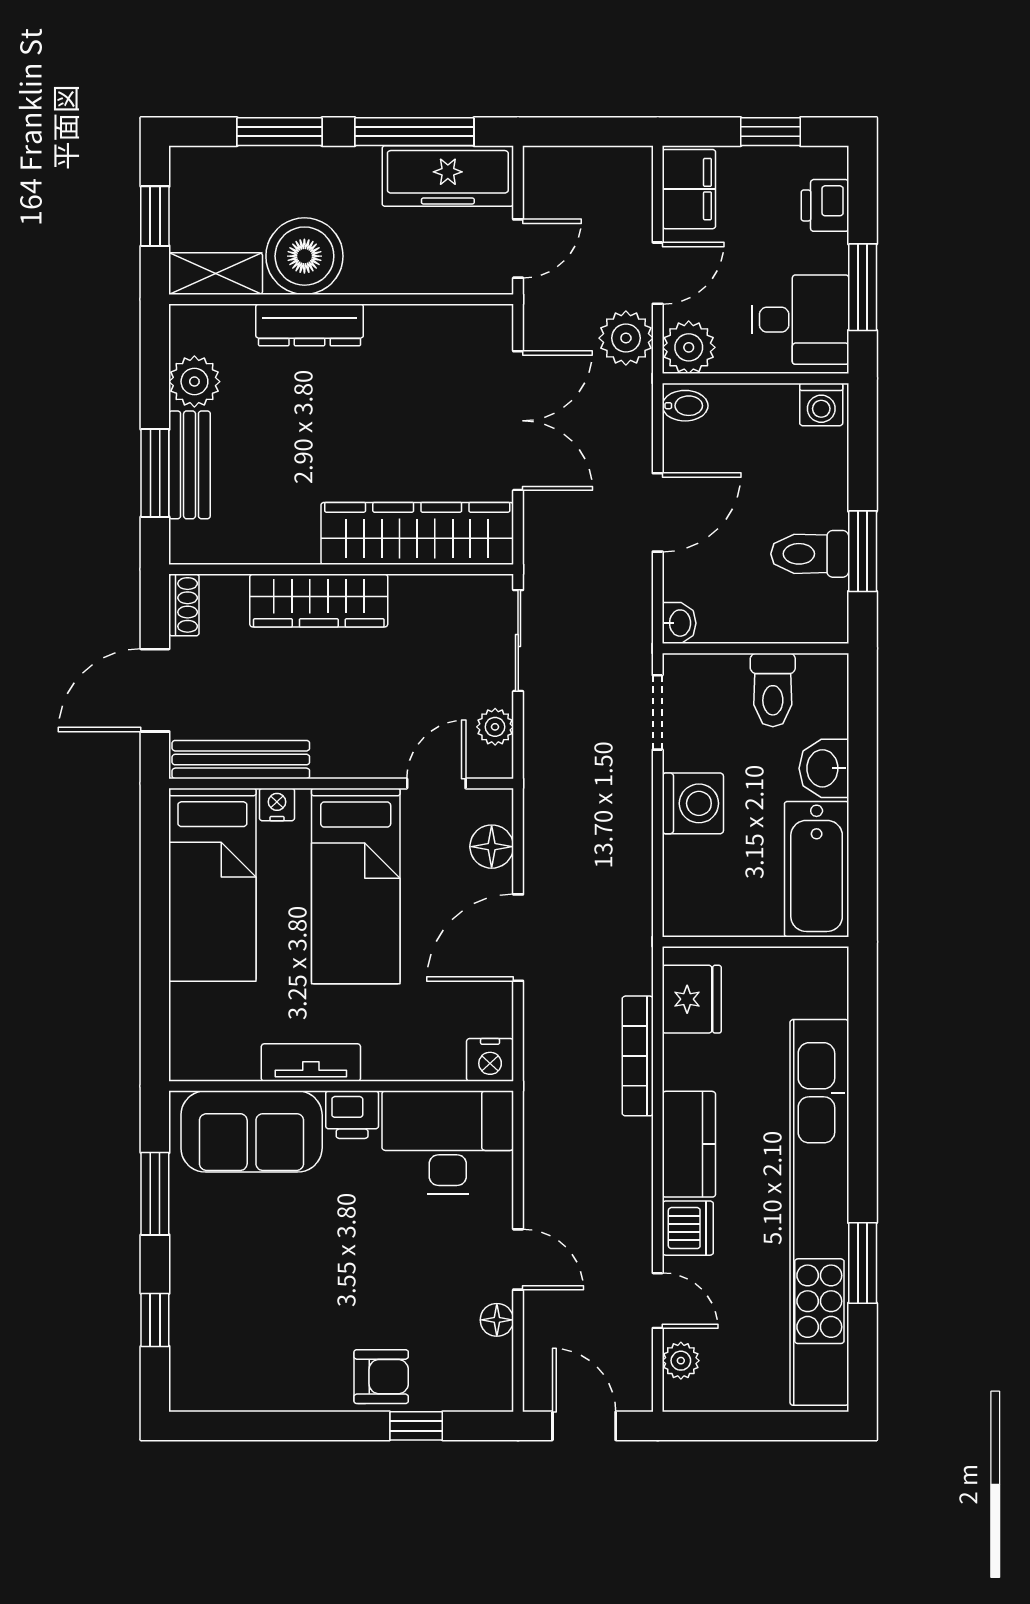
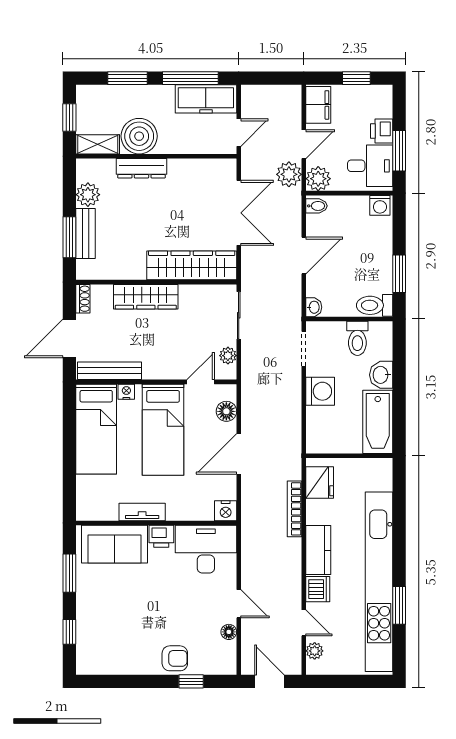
printer: (825, 205) -> (382, 131), moved
toilet: (810, 554) -> (375, 305), moved

